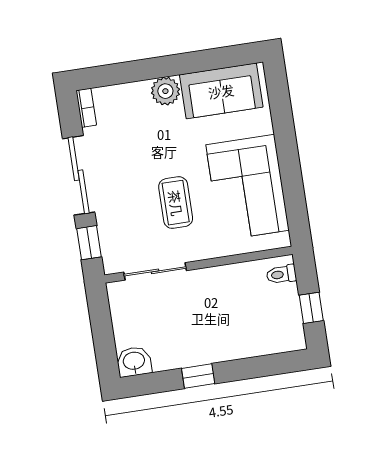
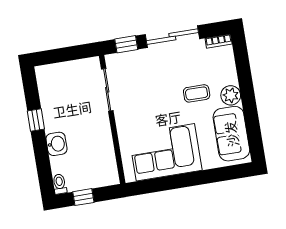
coffee table: (176, 203) -> (197, 93), moved, width x0.73, depth x0.77
toilet: (281, 274) -> (60, 184), moved
washbasin: (134, 362) -> (56, 144), moved

